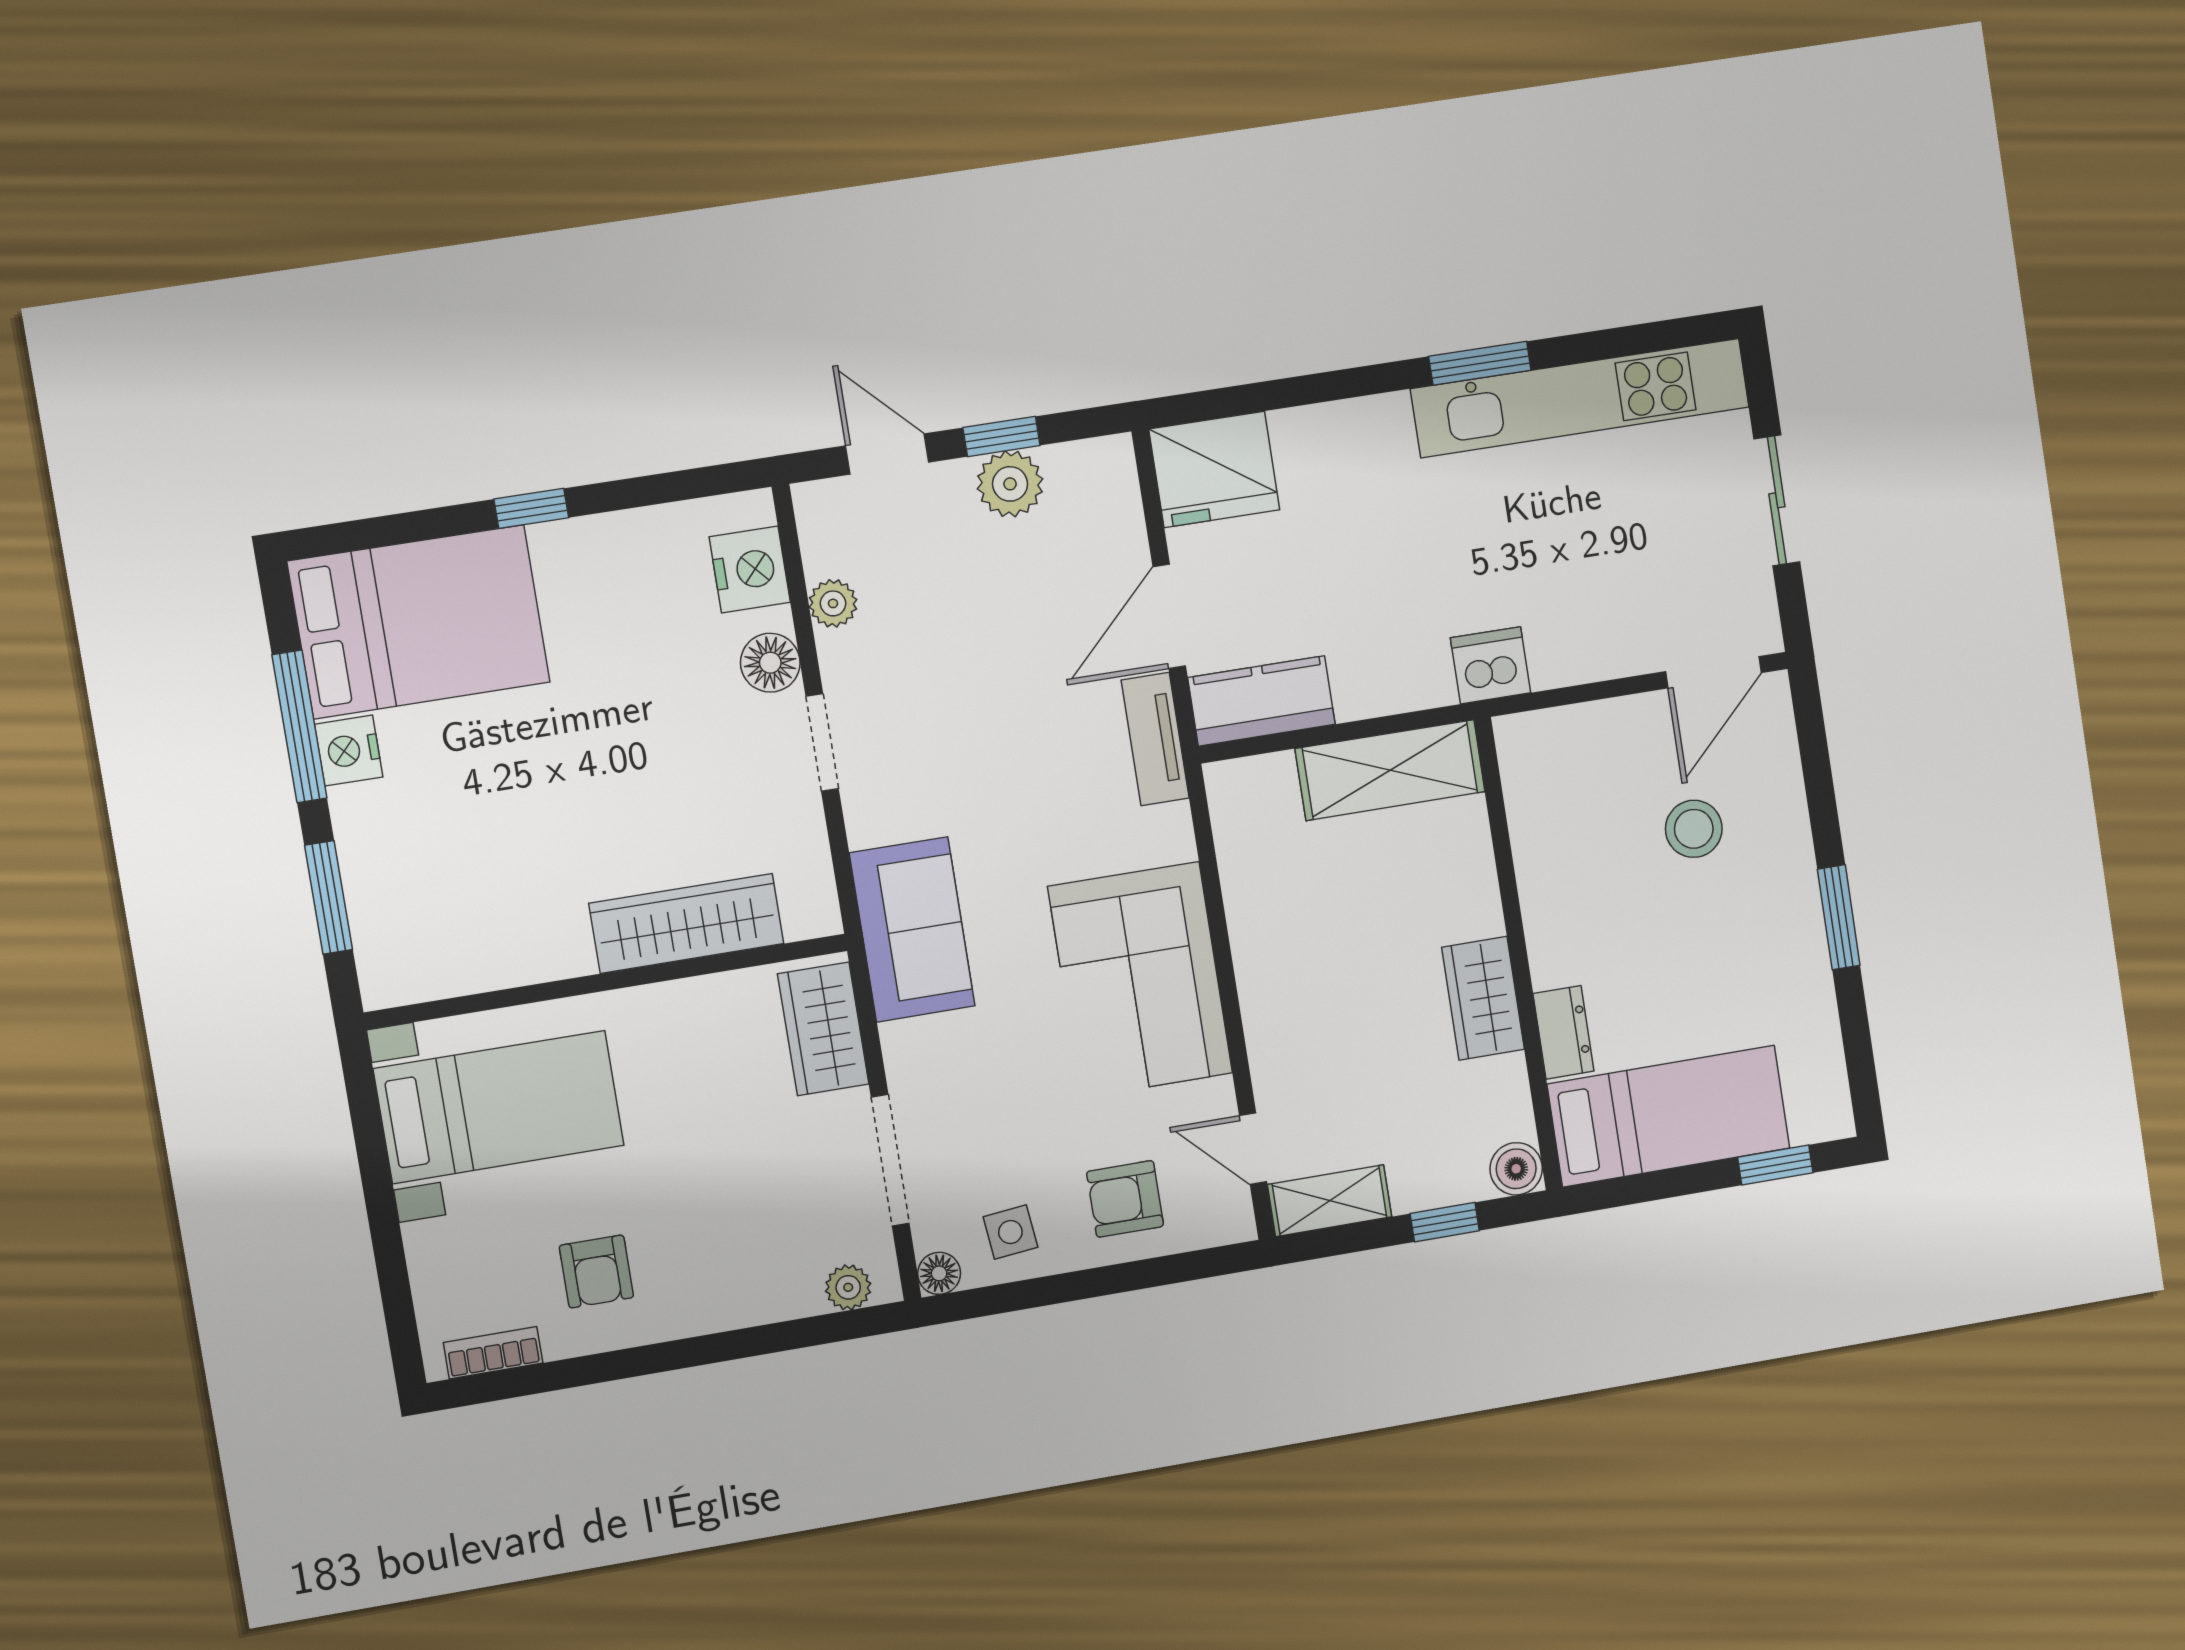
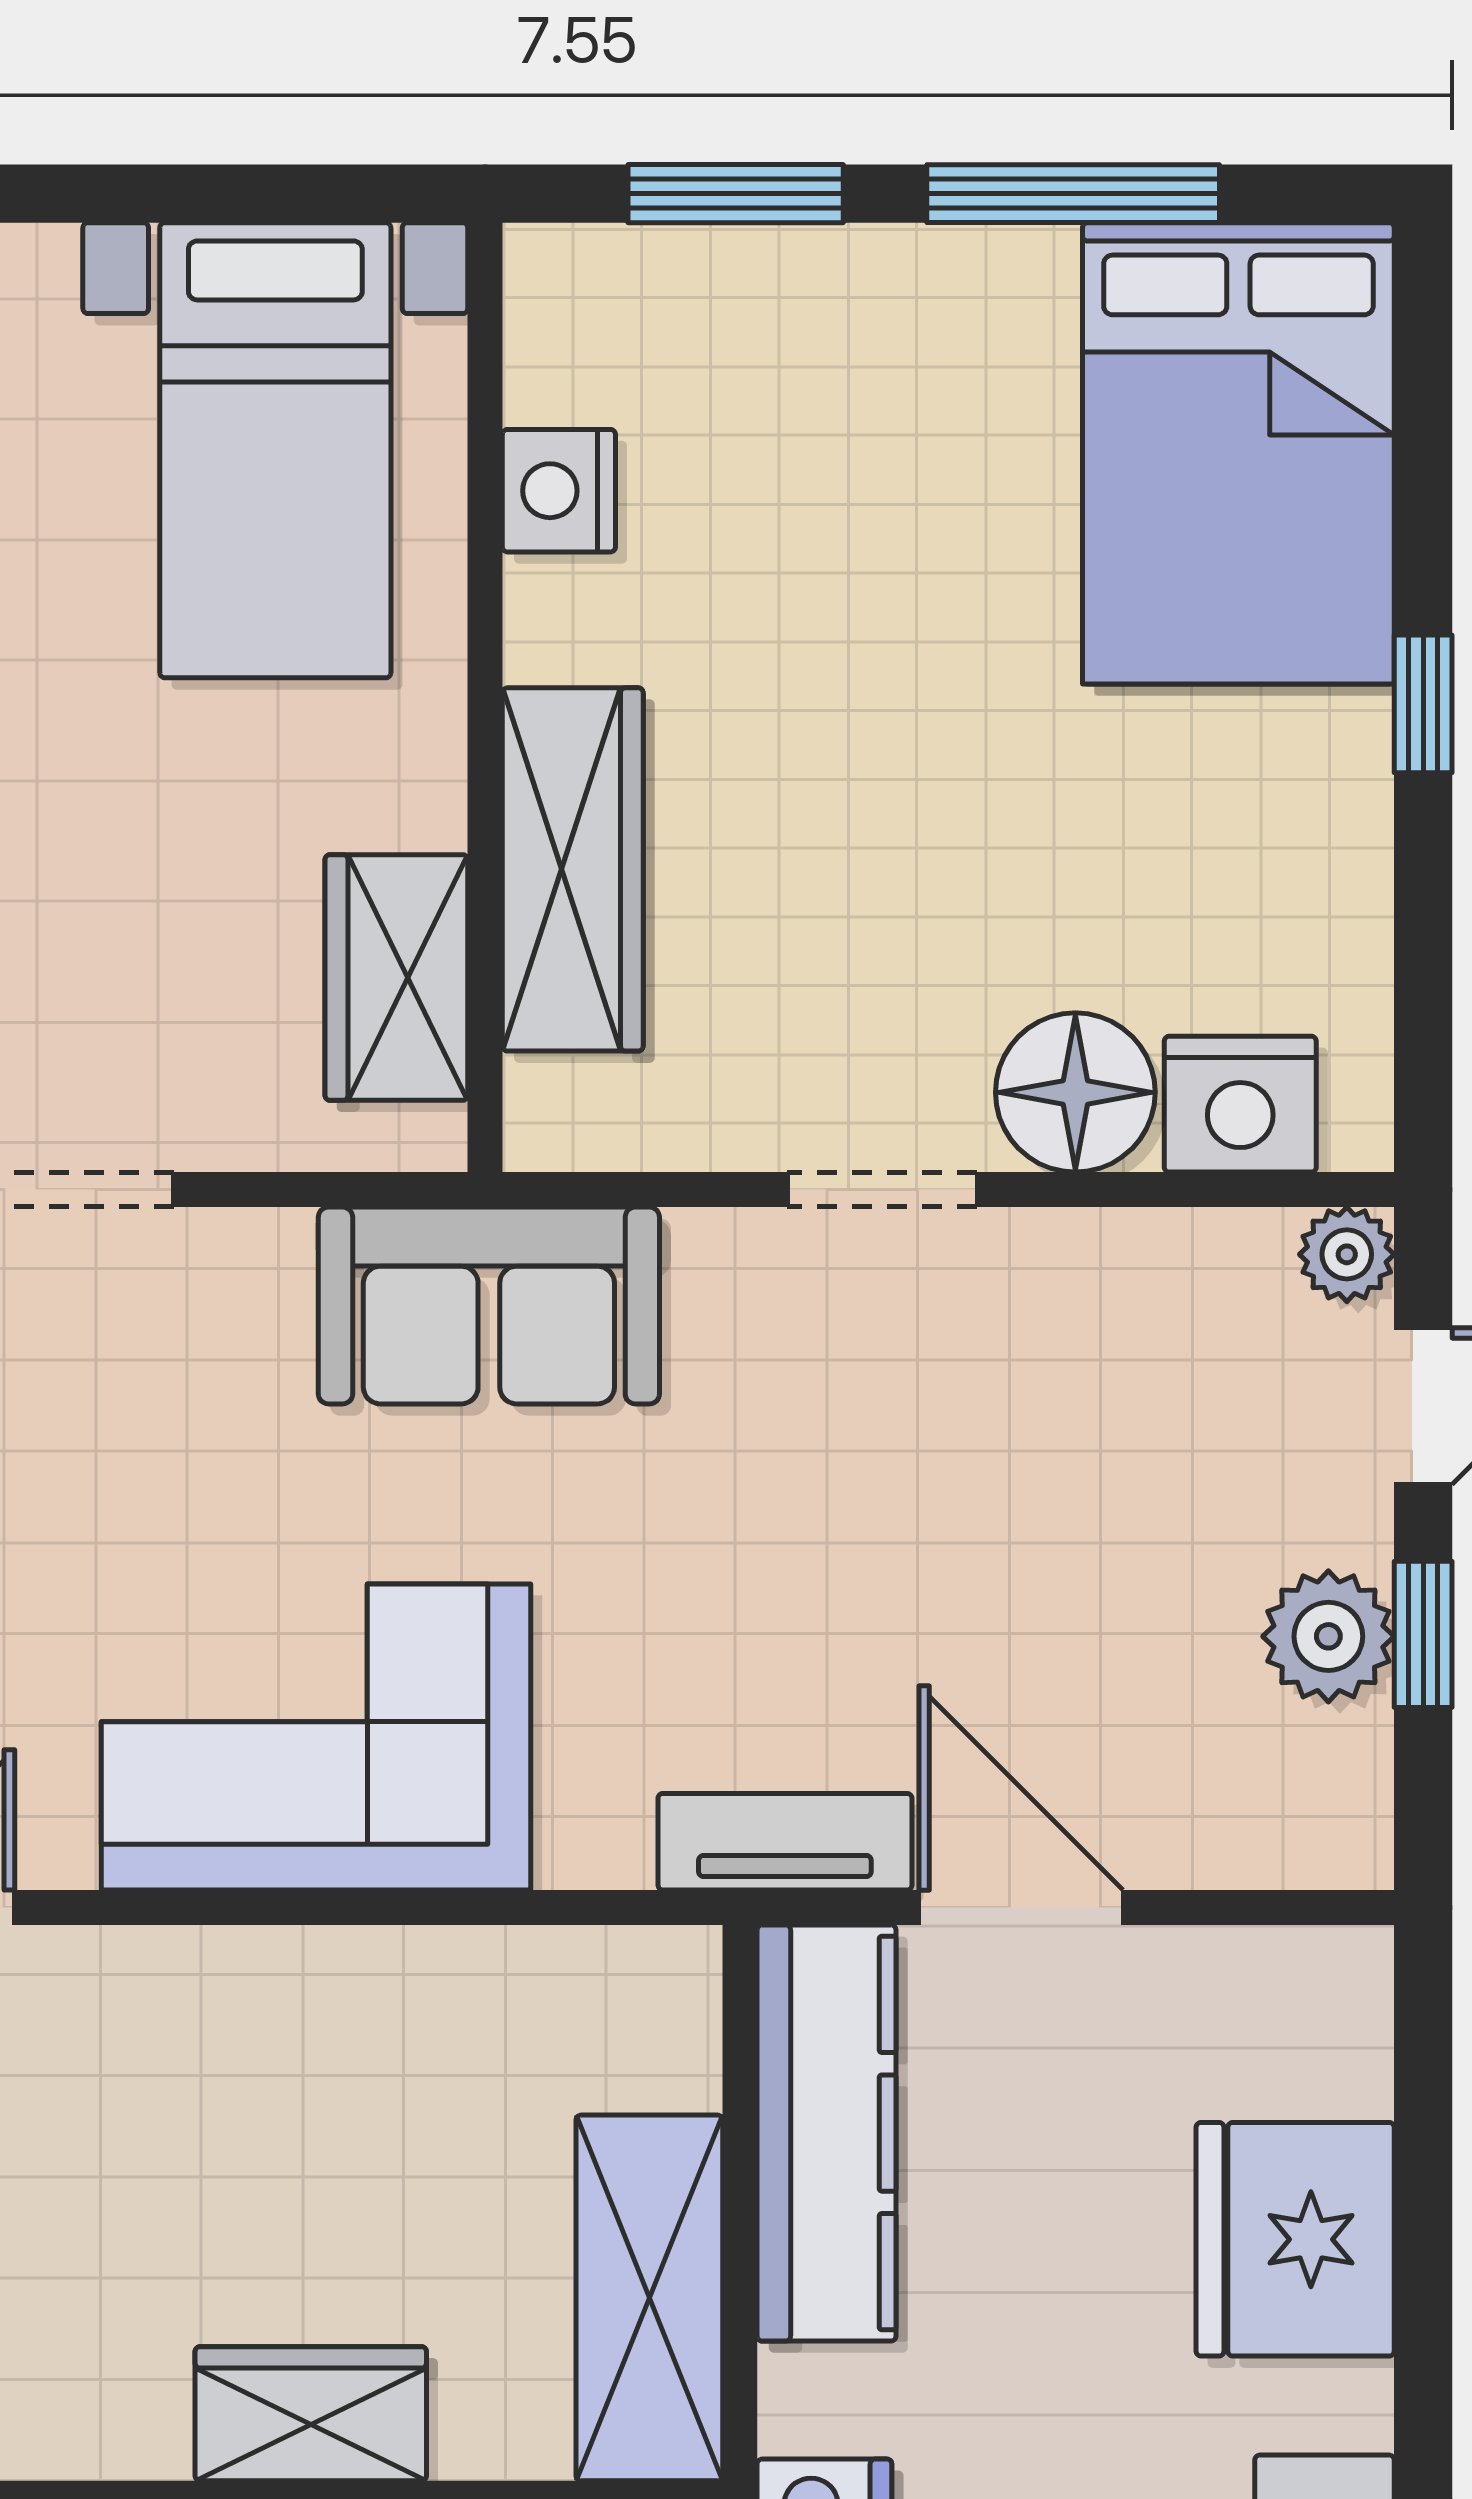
fridge: (1214, 469) -> (1295, 2239), moved
plant: (833, 603) -> (1347, 1254), moved
floor lamp: (770, 663) -> (1075, 1092), width x1.38, depth x1.38
kitchen counter: (1261, 701) -> (827, 2133), width x1.50
nightstand: (349, 751) -> (559, 491), moved, turned -90
wardrobe: (1483, 998) -> (311, 2414), moved
wardrobe: (823, 1029) -> (396, 978), moved, turned -90

